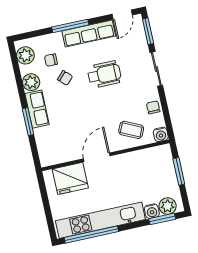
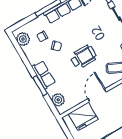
wheelchair: (104, 74) -> (83, 57), moved
plant: (31, 82) -> (58, 100), moved

